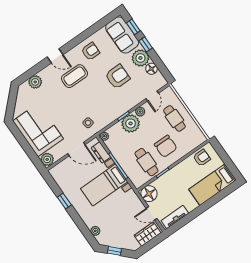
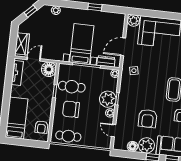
cafe table: (174, 118) -> (68, 136), moved

